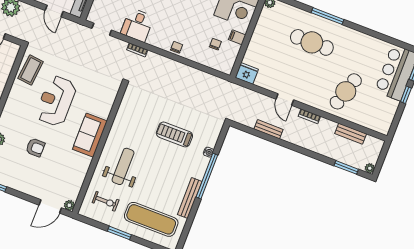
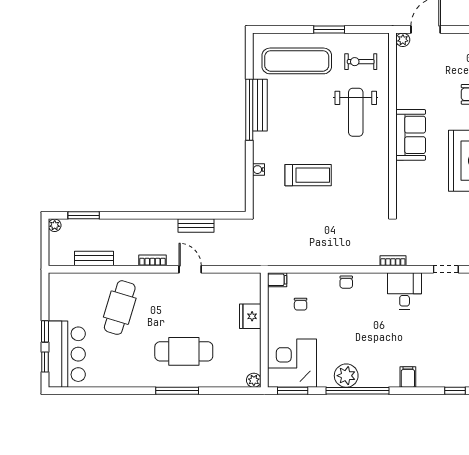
filing cabinet: (237, 37) -> (277, 280), moved
fridge: (247, 73) -> (250, 316), moved, turned 90
window: (207, 176) -> (249, 110), moved

